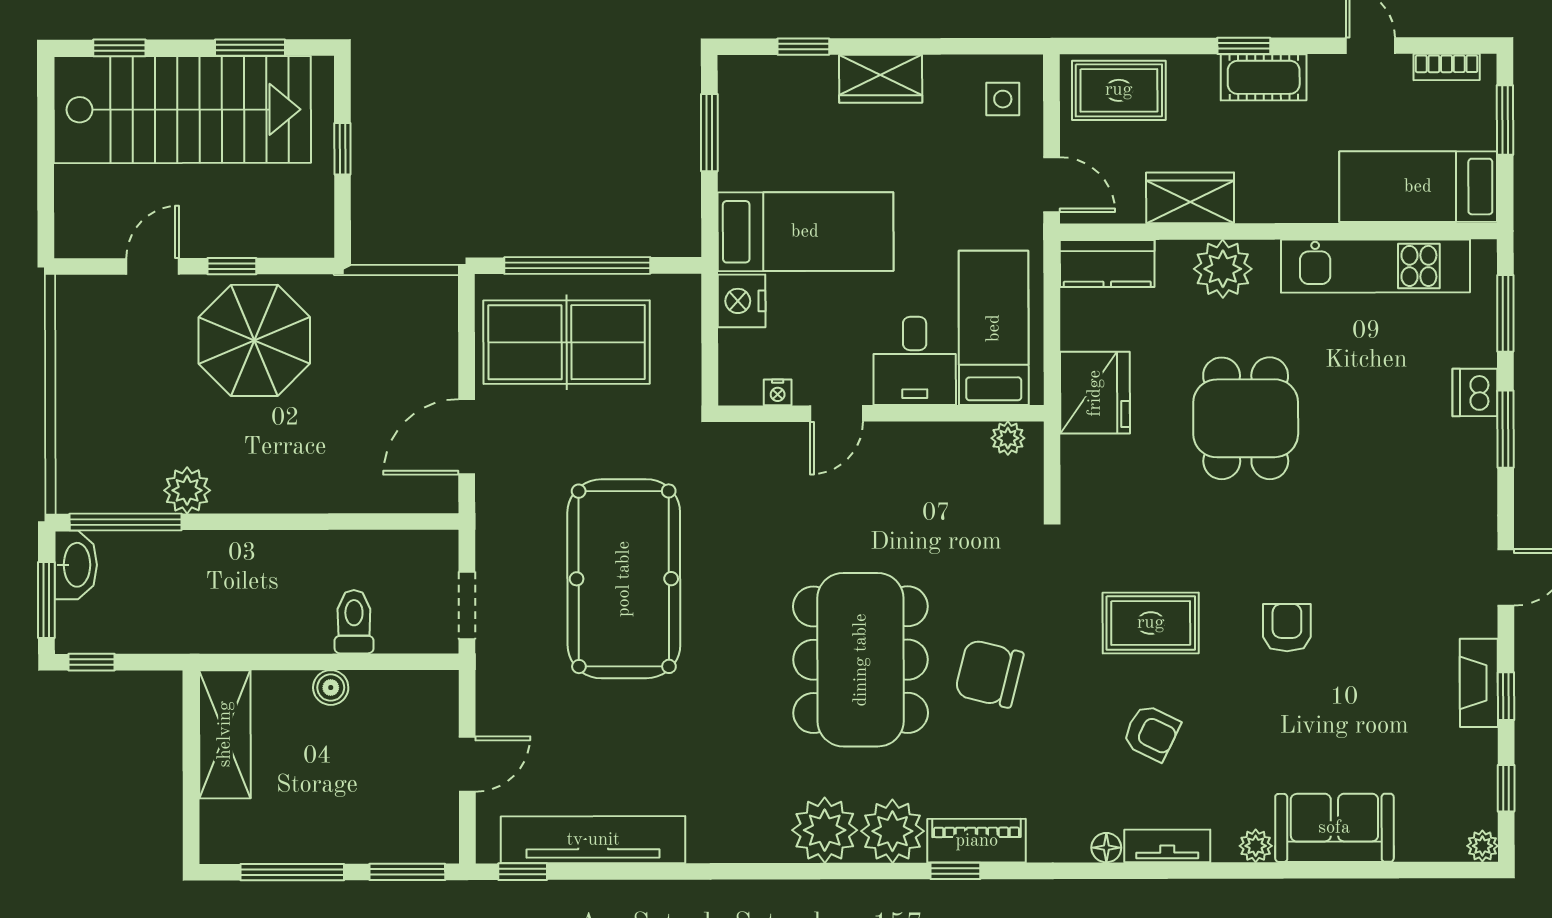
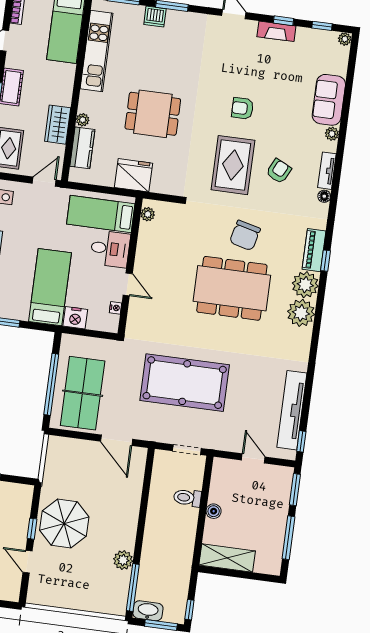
kitchen counter: (1107, 264) -> (82, 148), moved
plant: (1223, 269) -> (83, 120), width x0.53, depth x0.53
rug: (1151, 623) -> (233, 165), width x1.36, depth x1.43

